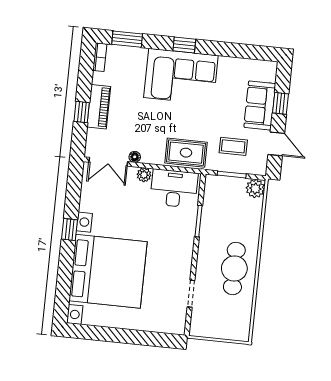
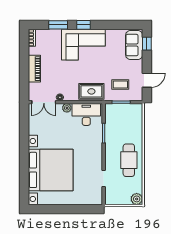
window: (127, 39) -> (58, 25), moved
window: (280, 103) -> (147, 44), moved
sofa: (260, 105) -> (134, 45), moved
window: (82, 112) -> (24, 73), removed
door: (276, 144) -> (147, 80), hinge flipped
plant: (255, 189) -> (137, 199), moved
window: (70, 229) -> (24, 147), removed

